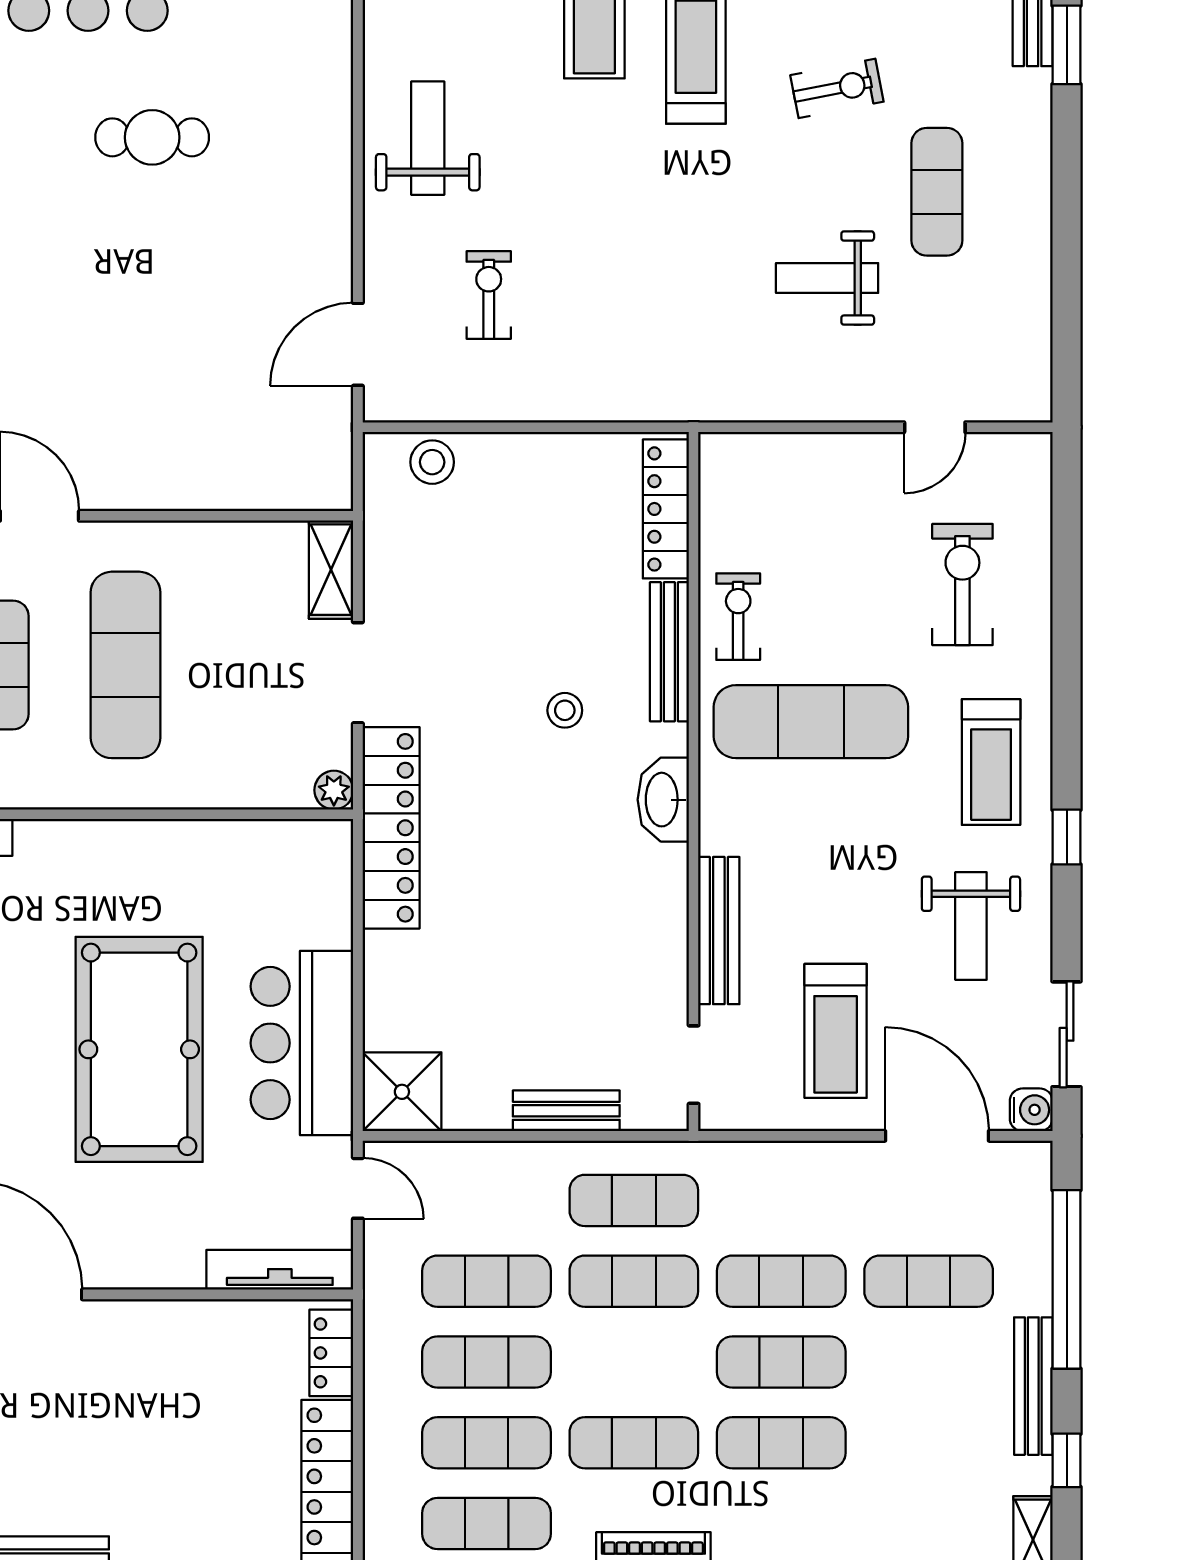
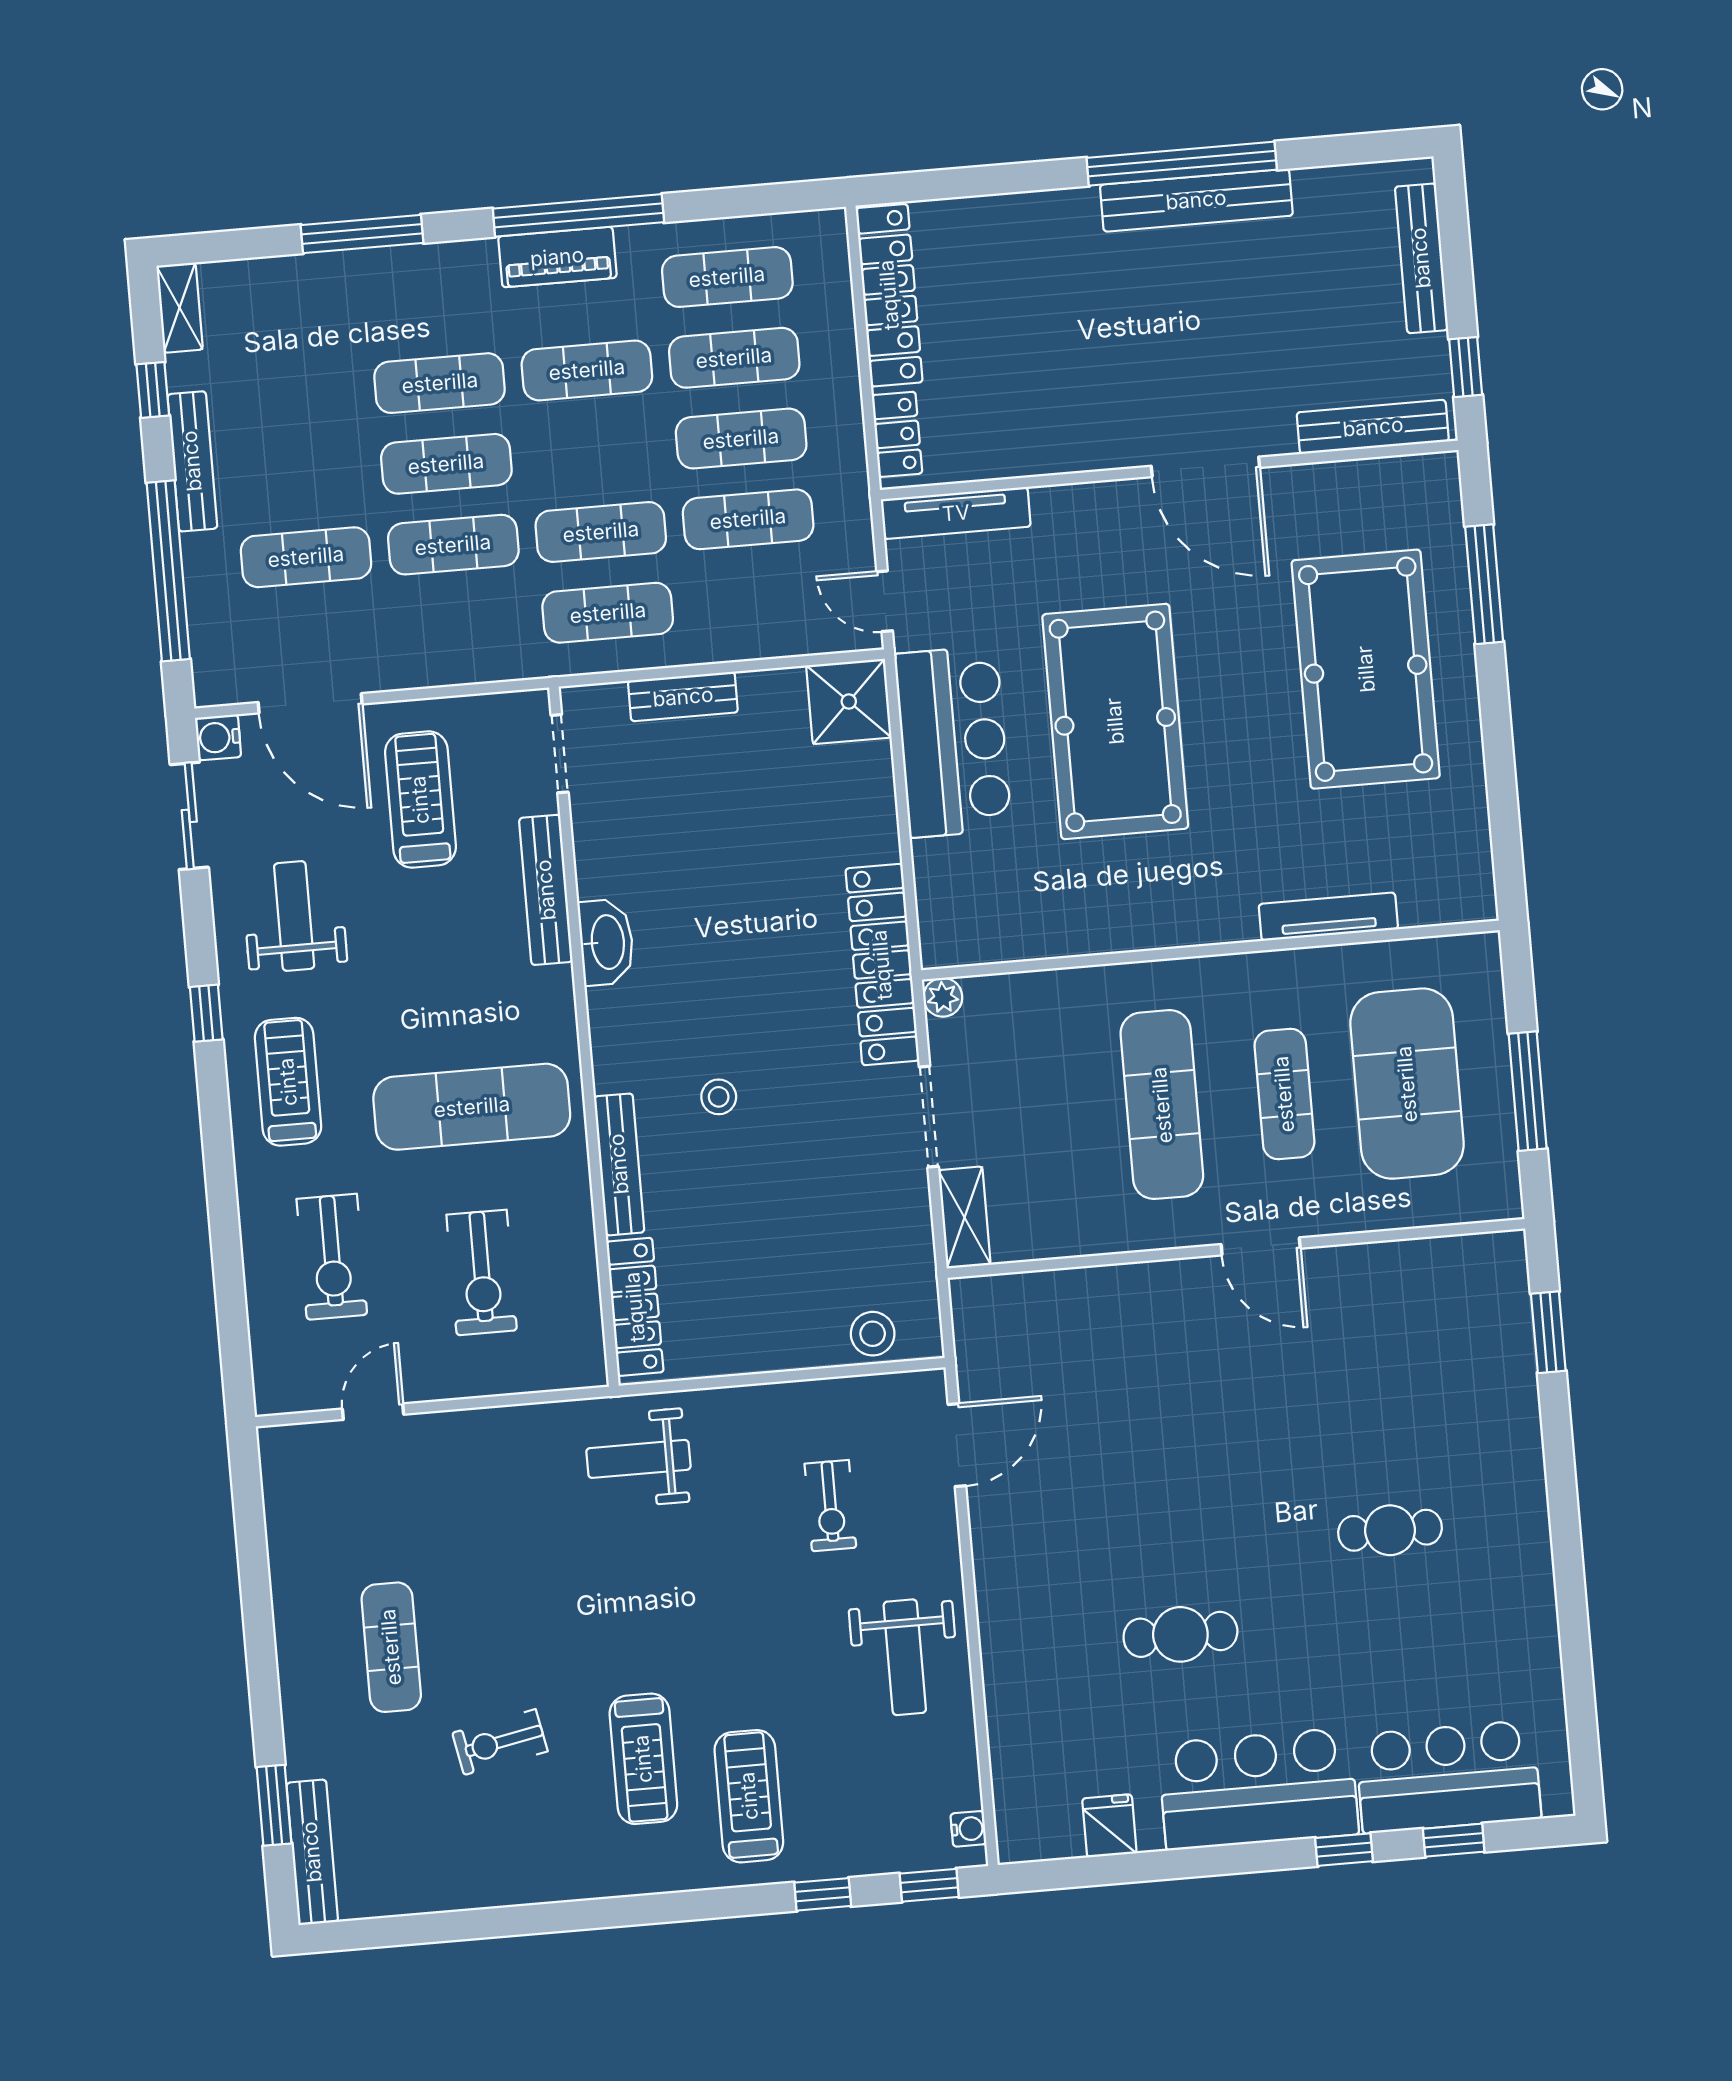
weight bench: (827, 278) -> (638, 1459), moved, turned 180
exercise bike: (738, 617) -> (482, 1273), moved, width x1.38, depth x1.39
washbasin: (663, 800) -> (606, 942), moved

